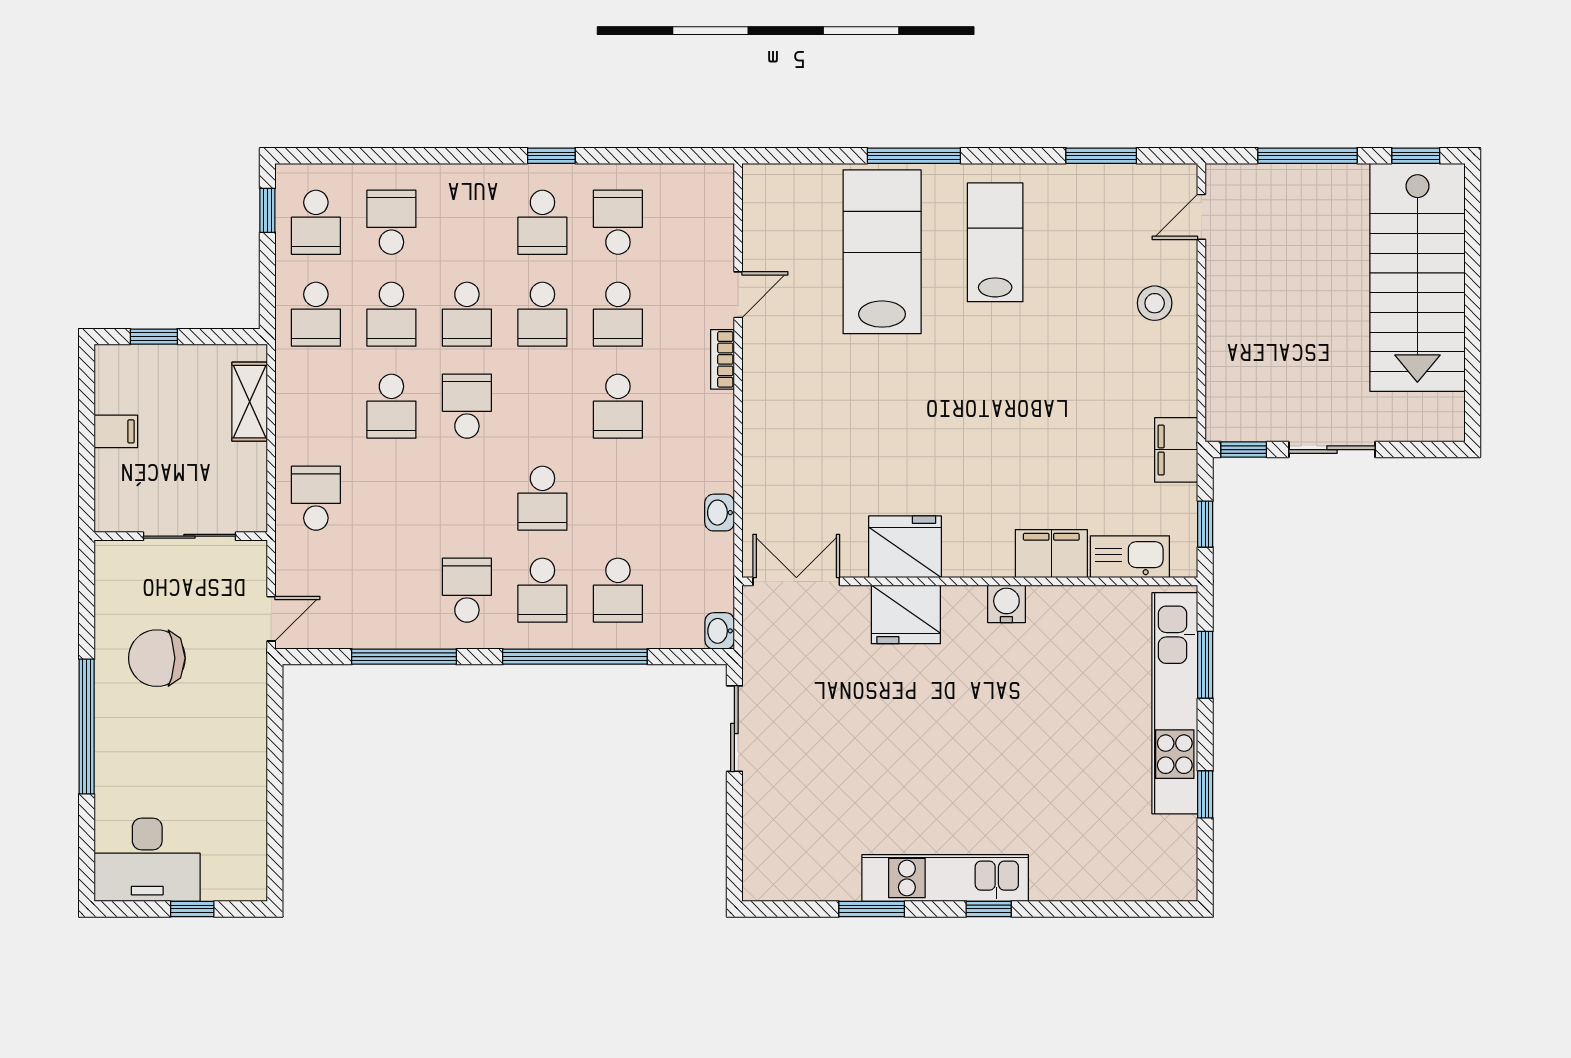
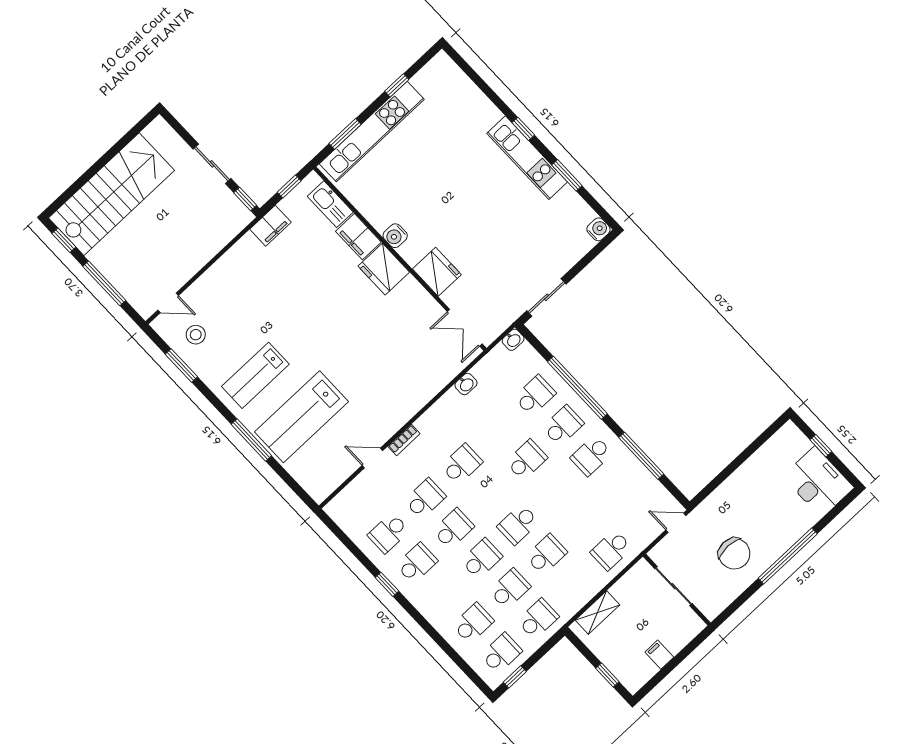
school desk: (391, 222) -> (473, 623), turned 180
stool: (1155, 303) -> (196, 335), moved
fridge: (905, 547) -> (384, 269), moved
water cooler: (760, 883) -> (598, 229), added

